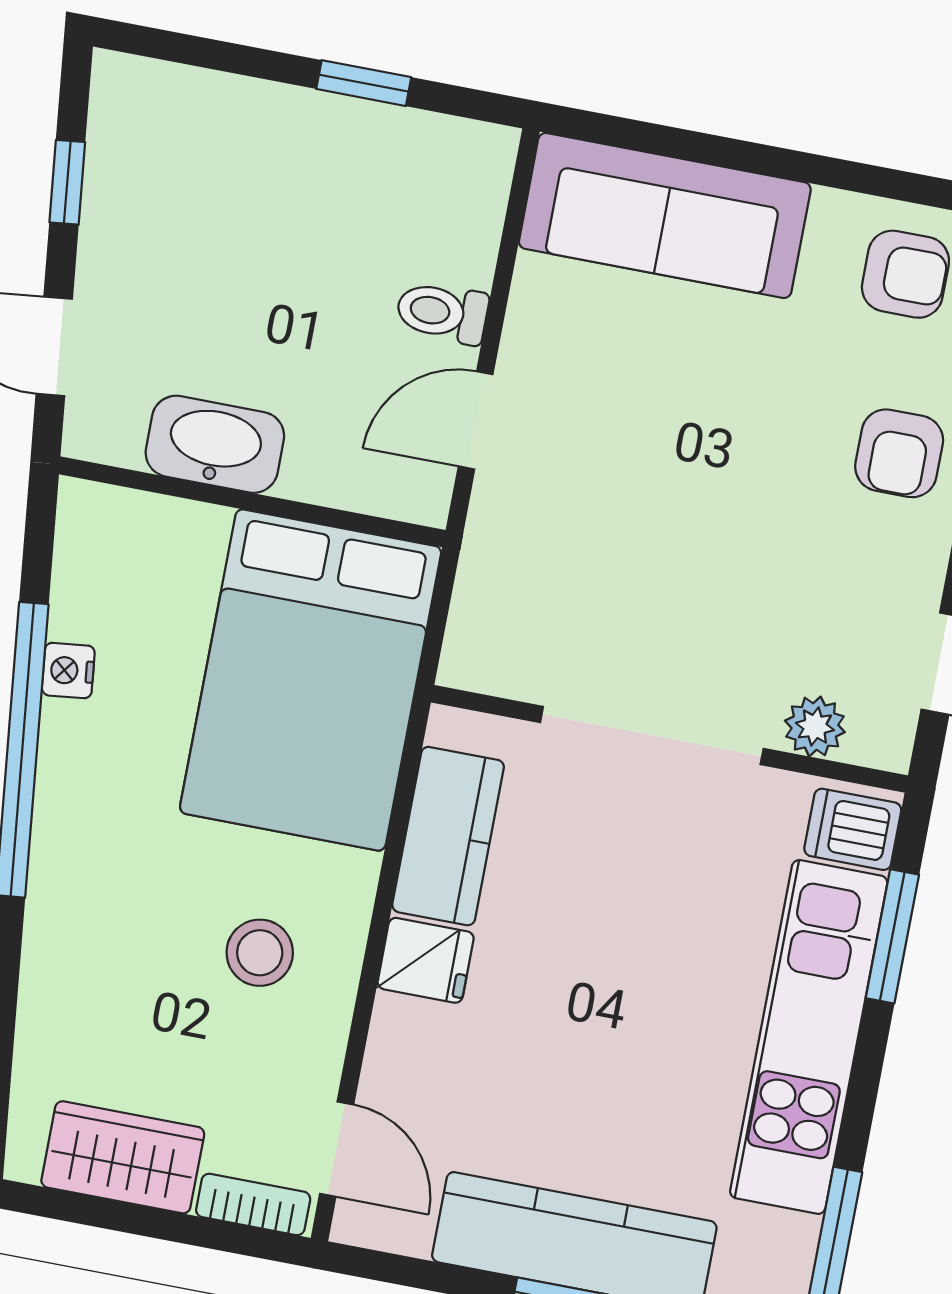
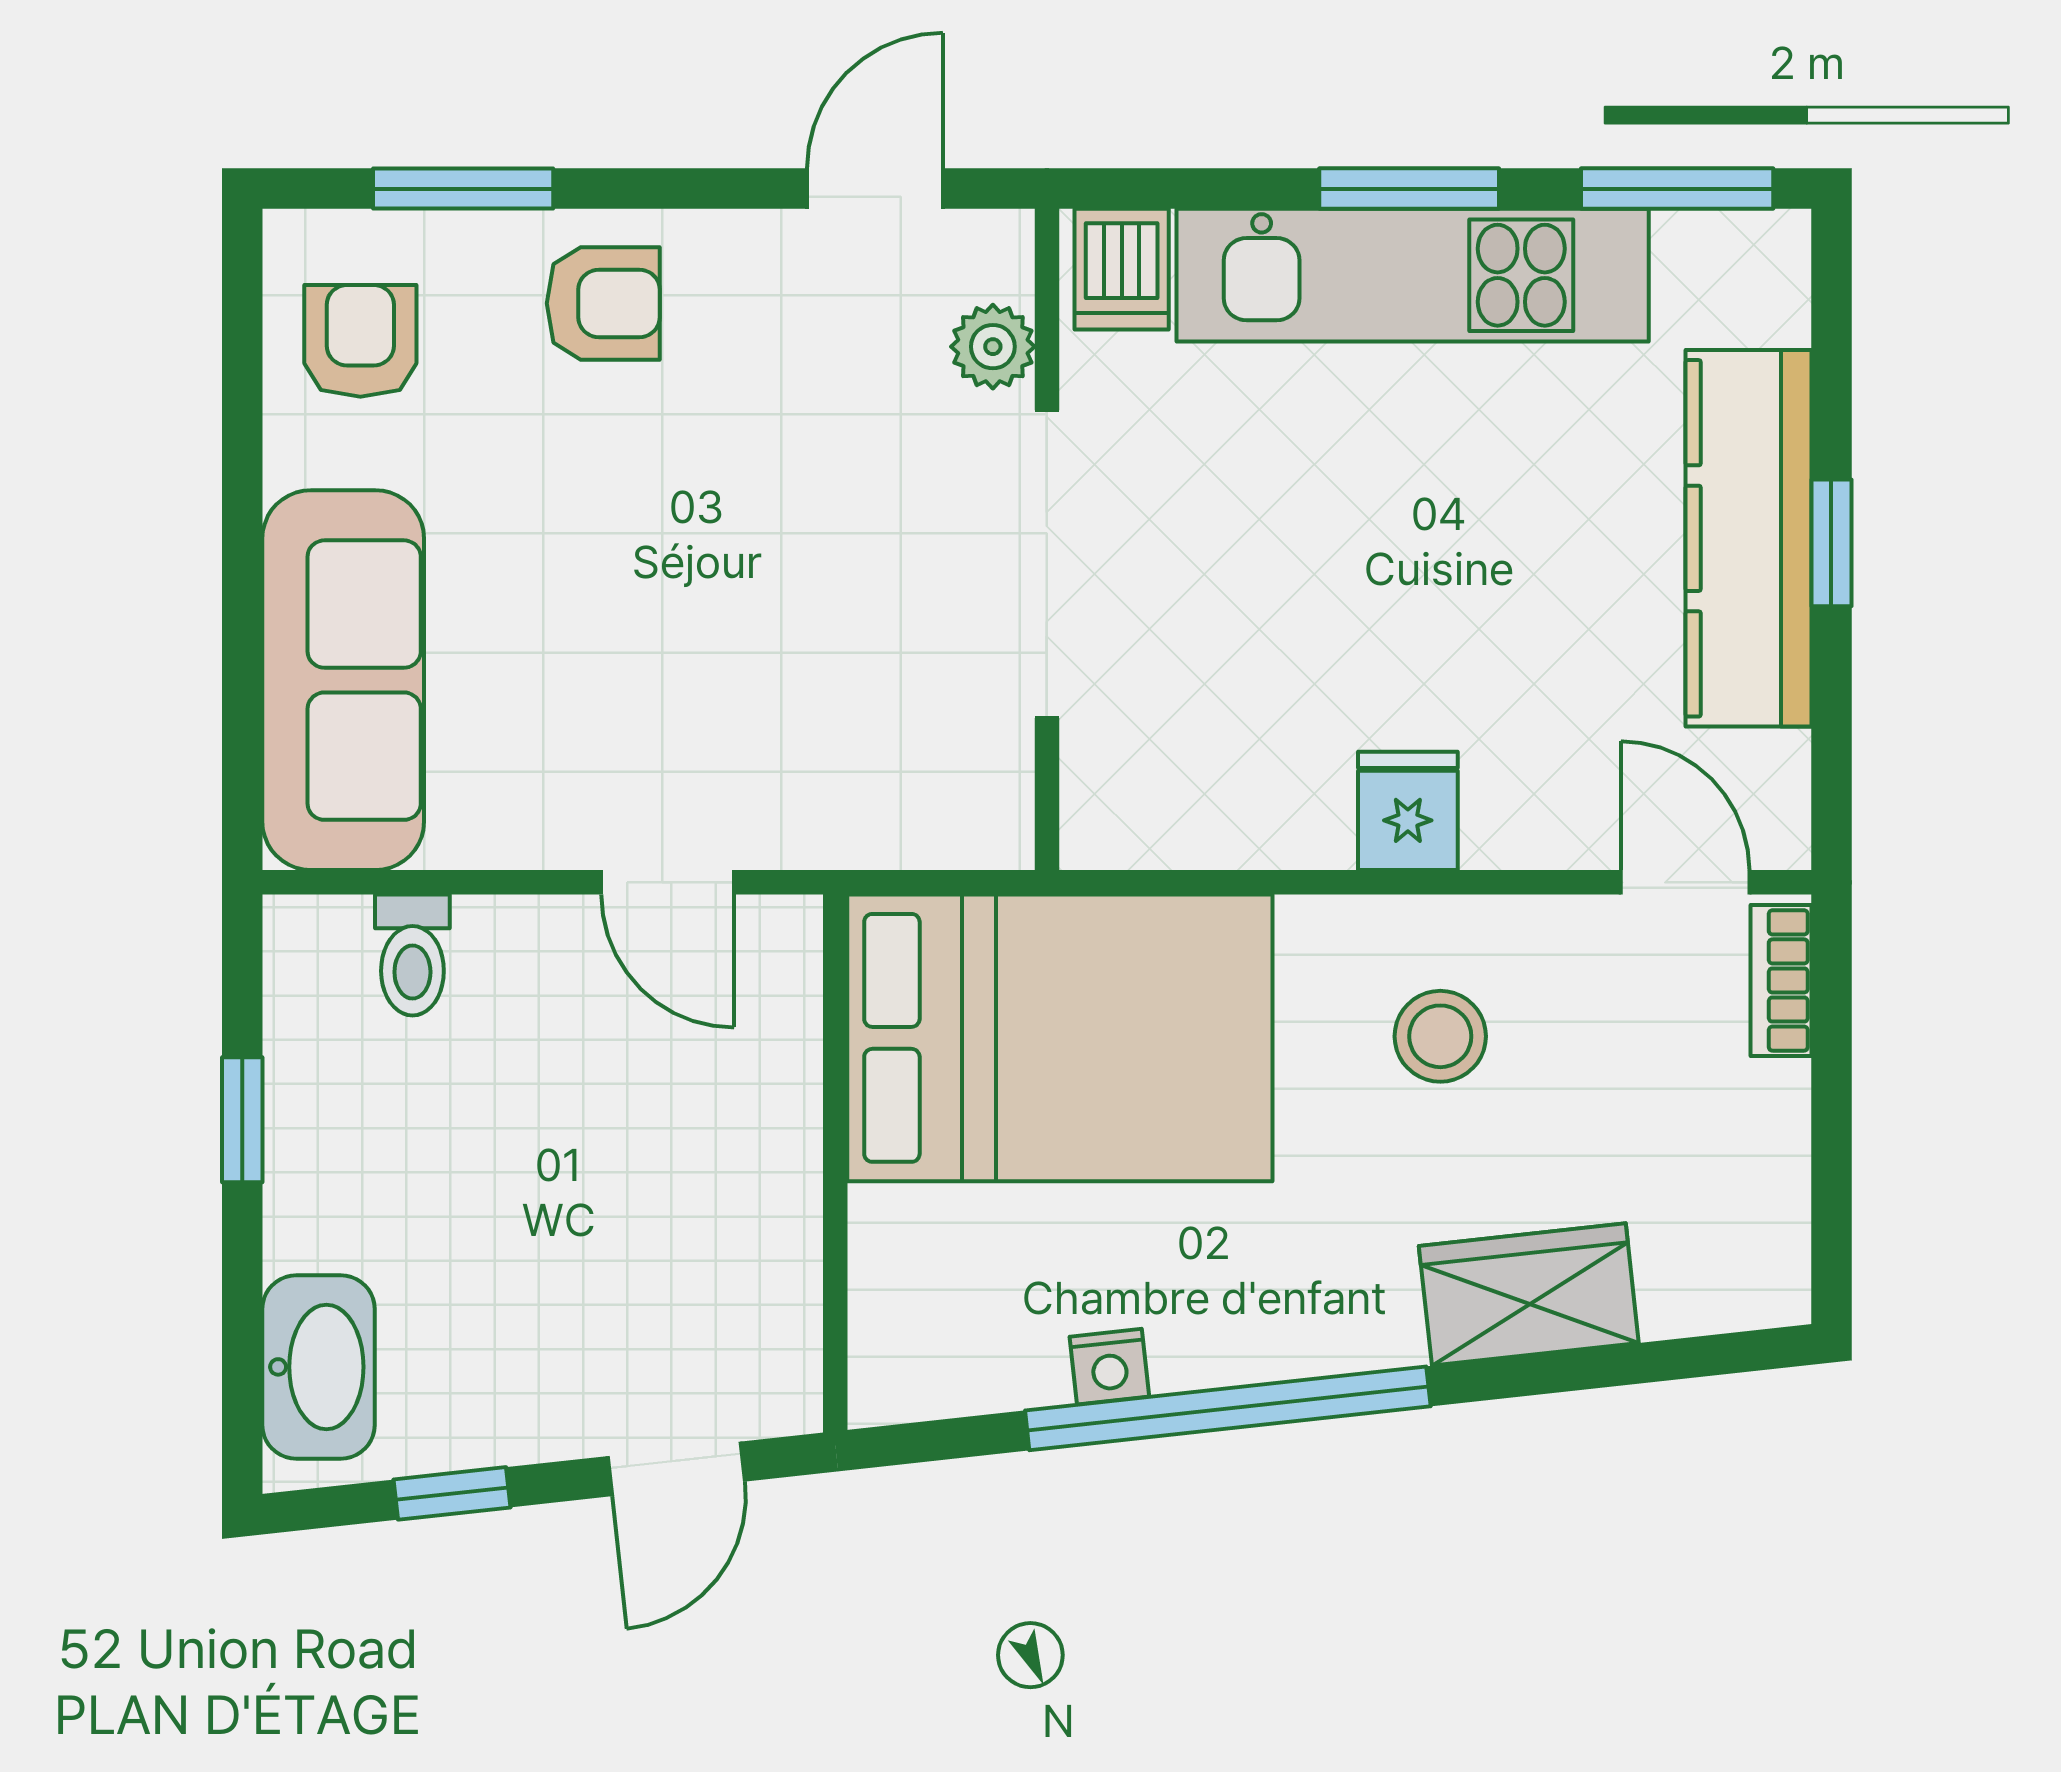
toilet: (442, 312) -> (412, 955), moved
washbasin: (215, 444) -> (319, 1367), moved, turned 180
kitchen counter: (448, 836) -> (1235, 813), removed
window: (892, 936) -> (1409, 189), moved
door: (337, 1149) -> (1685, 882), hinge flipped
wardrobe: (123, 1157) -> (1529, 1294), moved, turned 84

